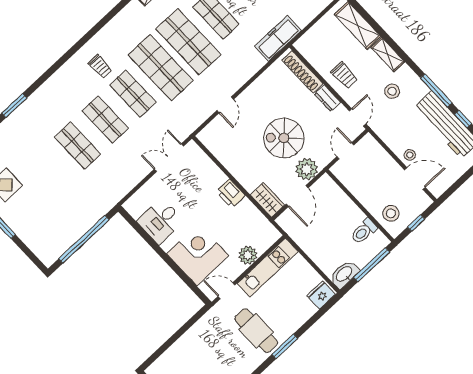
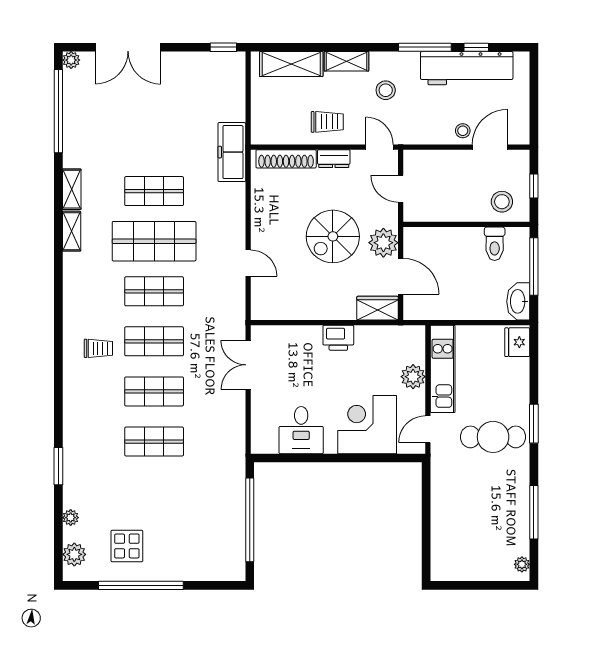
shop shelf: (161, 68) -> (154, 291), width x0.70, depth x0.74

